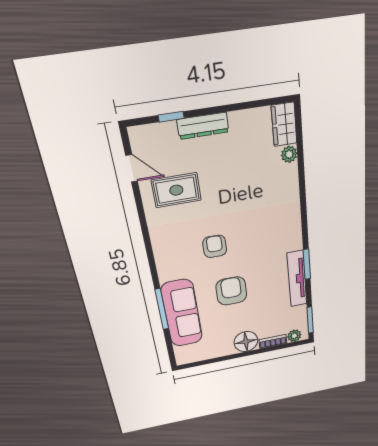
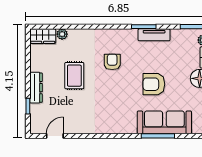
rug: (176, 190) -> (74, 76), moved
armchair: (215, 246) -> (112, 62), moved, turned 90
tv unit: (297, 279) -> (154, 35), width x0.71

